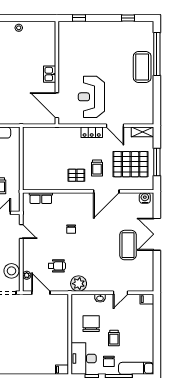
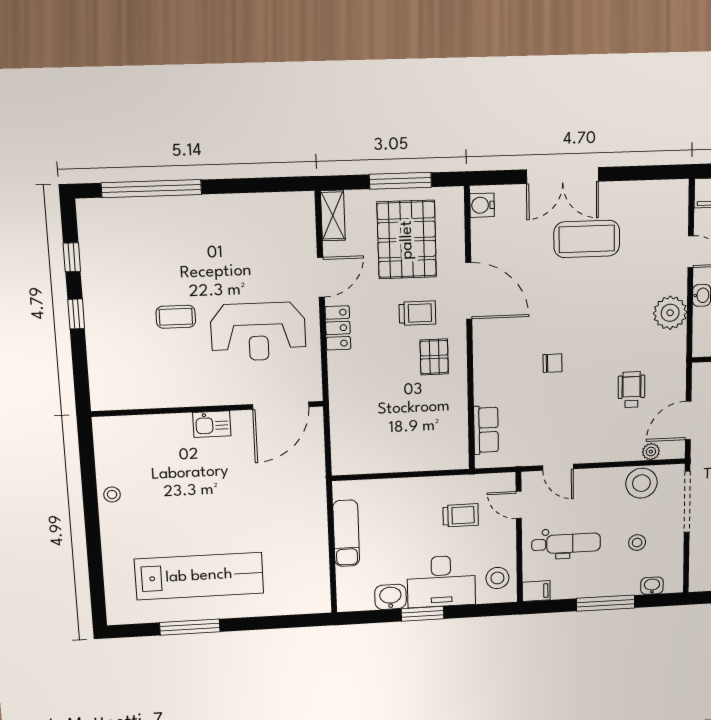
window: (79, 18) -> (76, 314), moved
coffee table: (142, 67) -> (176, 317), moved, width x0.54, depth x0.58
door: (21, 231) -> (558, 467), swing flipped
plant: (79, 284) -> (670, 313), moved

